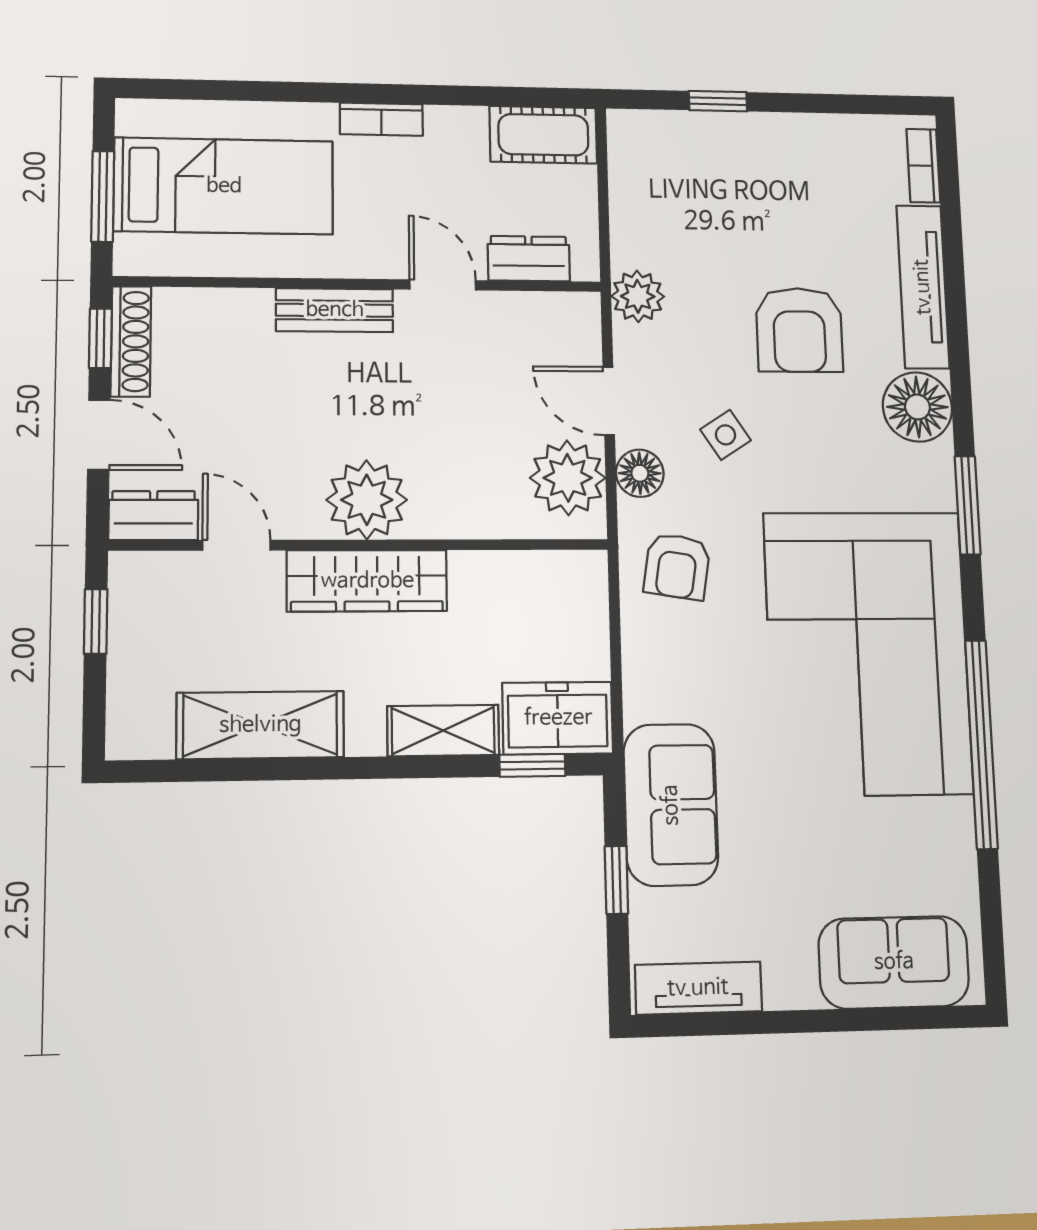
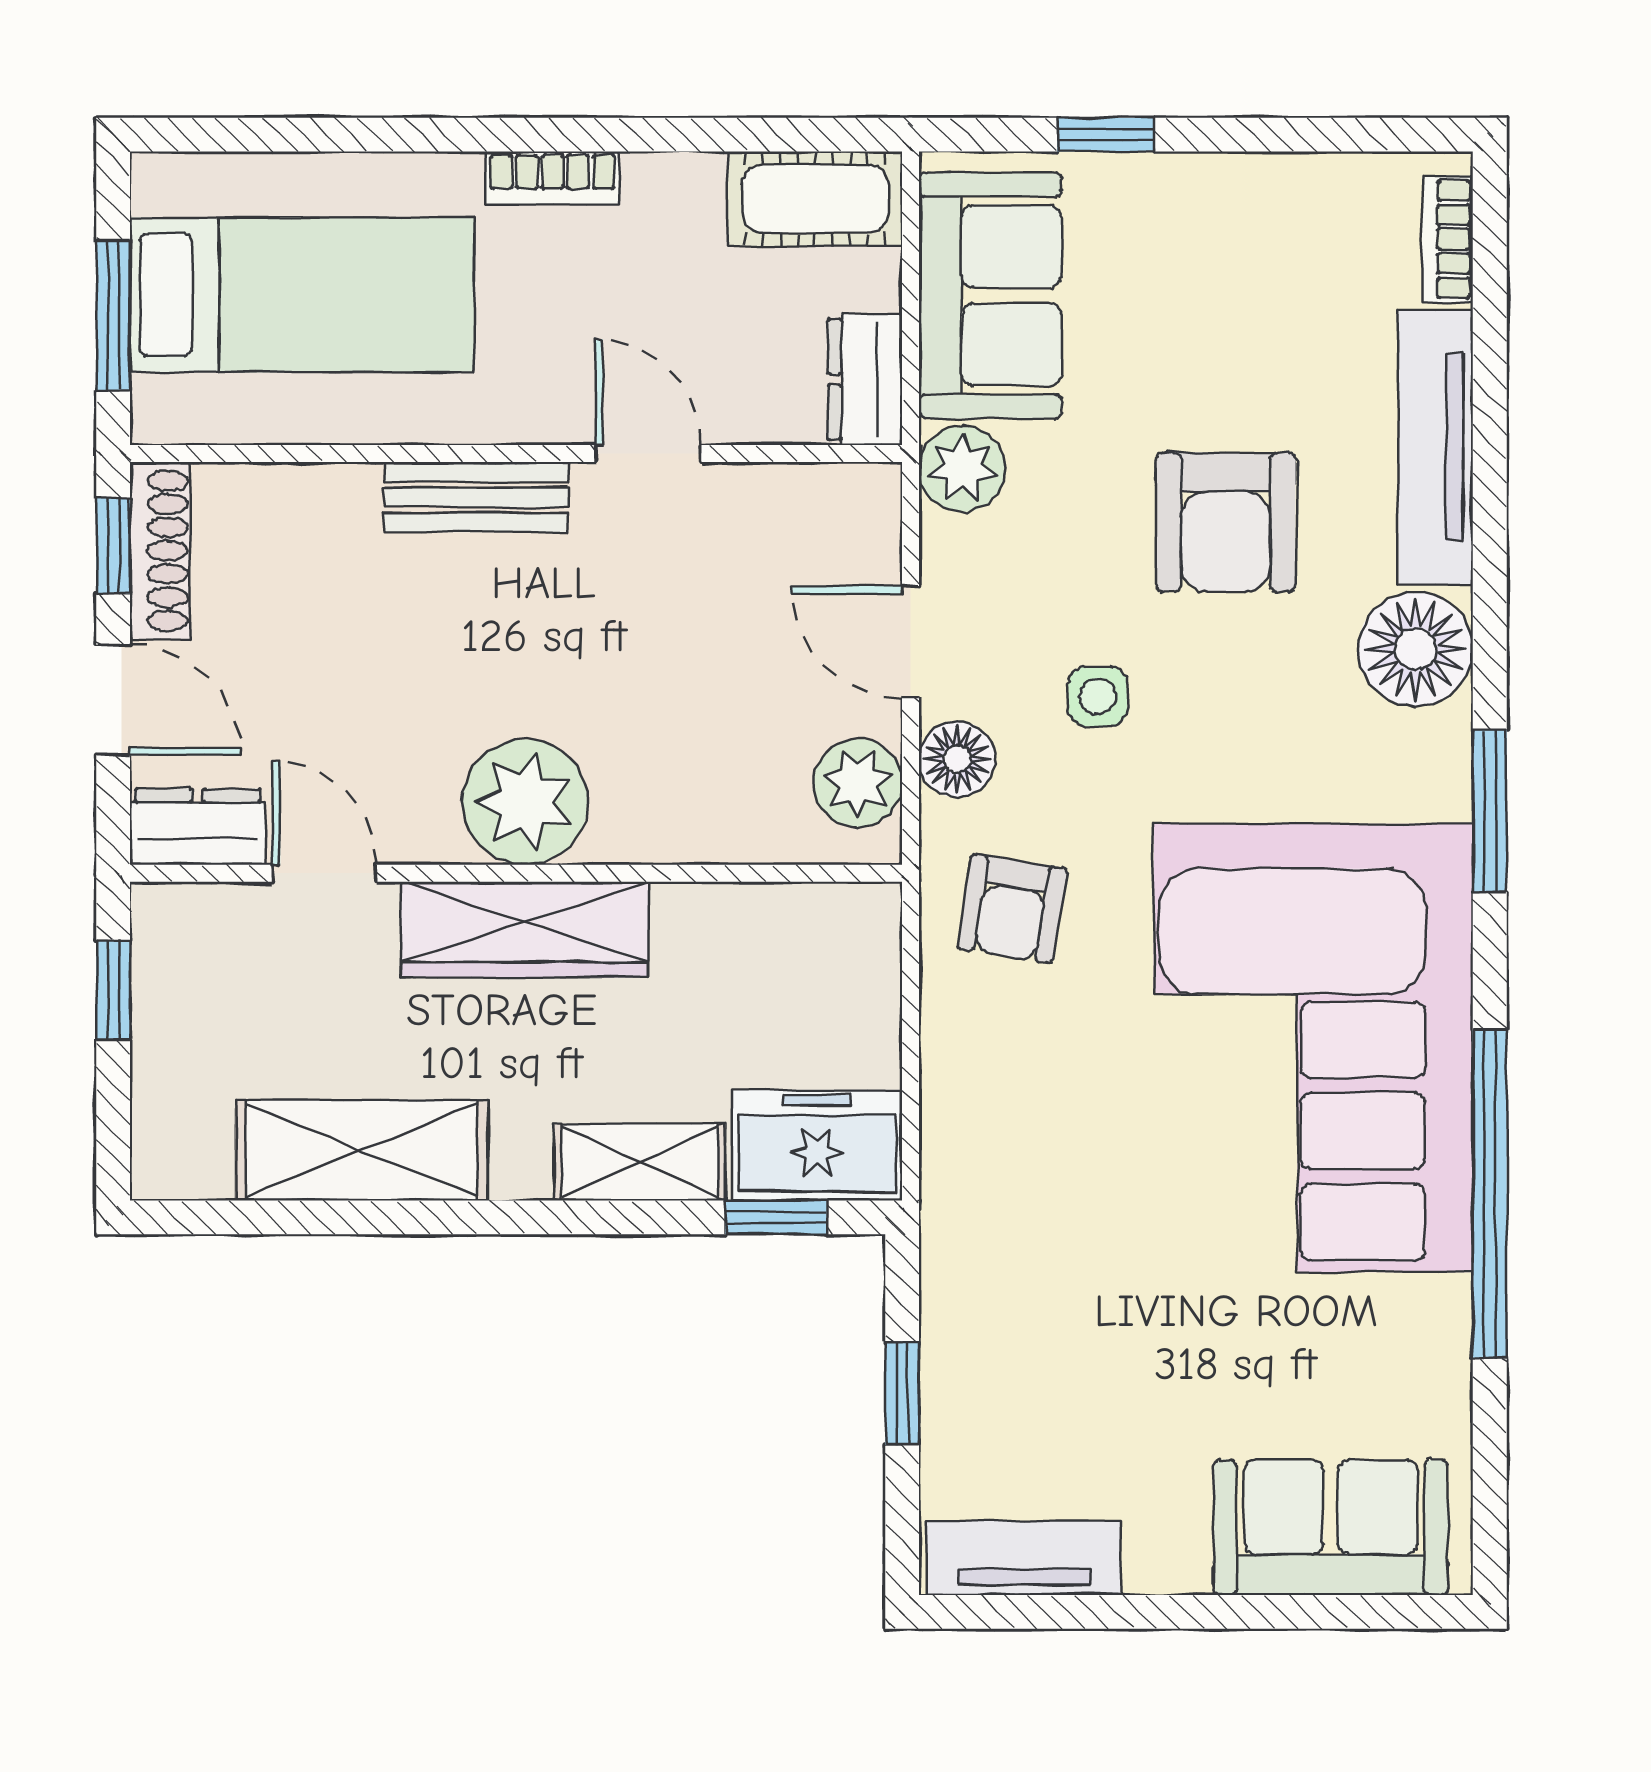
dresser: (529, 259) -> (865, 379), moved, turned -90
side table: (726, 435) -> (1098, 696), turned 33
plant: (568, 478) -> (858, 783), width x0.73, depth x0.73
sofa: (671, 805) -> (990, 295), moved

